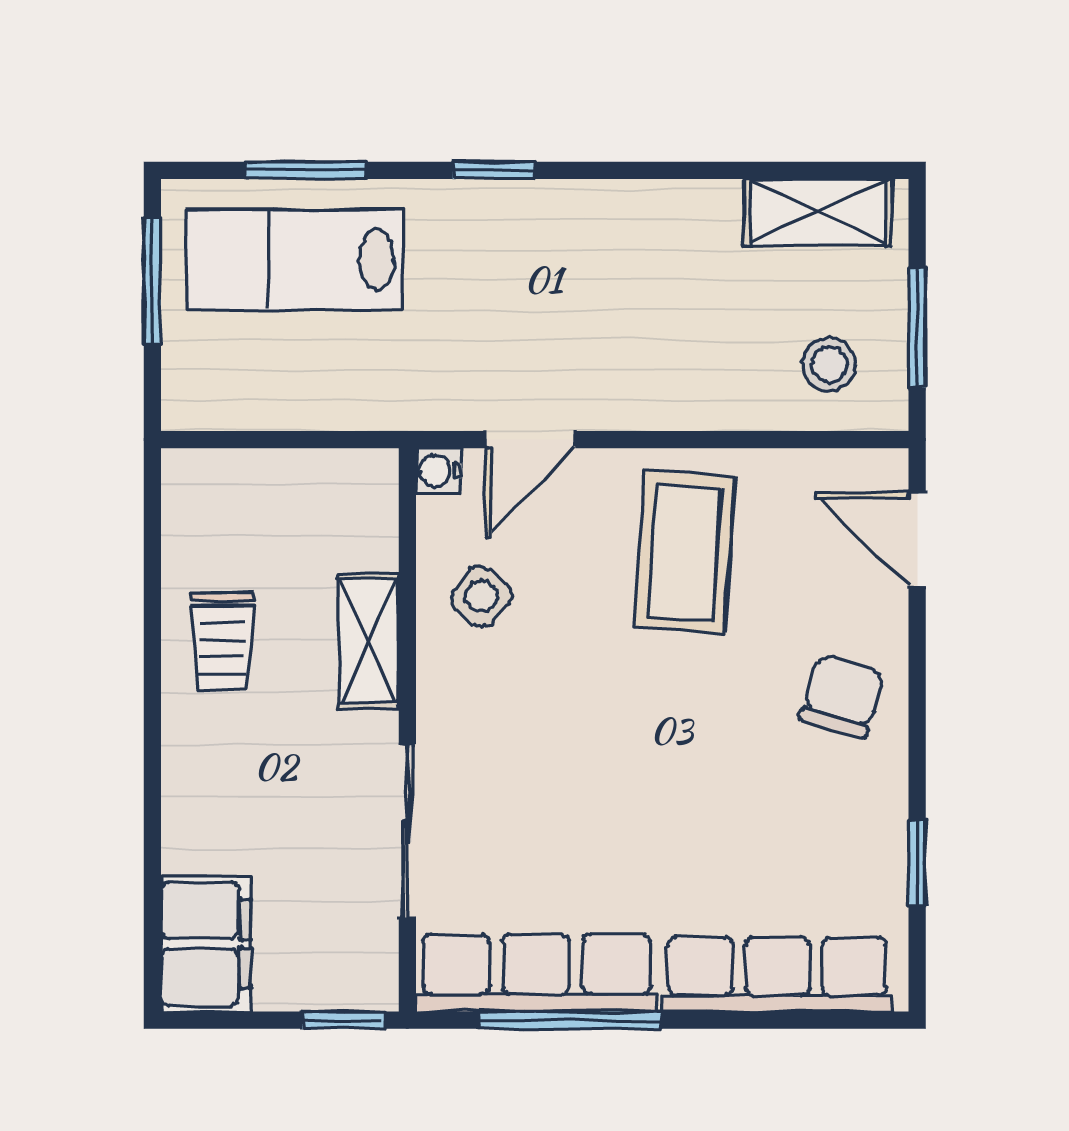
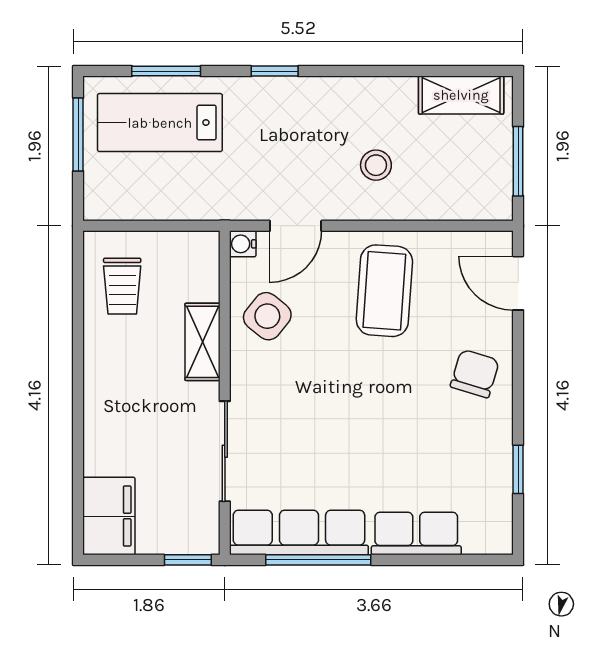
stool: (829, 365) -> (376, 165), moved
side table: (481, 596) -> (267, 316), width x1.37, depth x1.37
trolley: (222, 641) -> (122, 286), moved
row of seats: (777, 974) -> (416, 534), width x0.68

